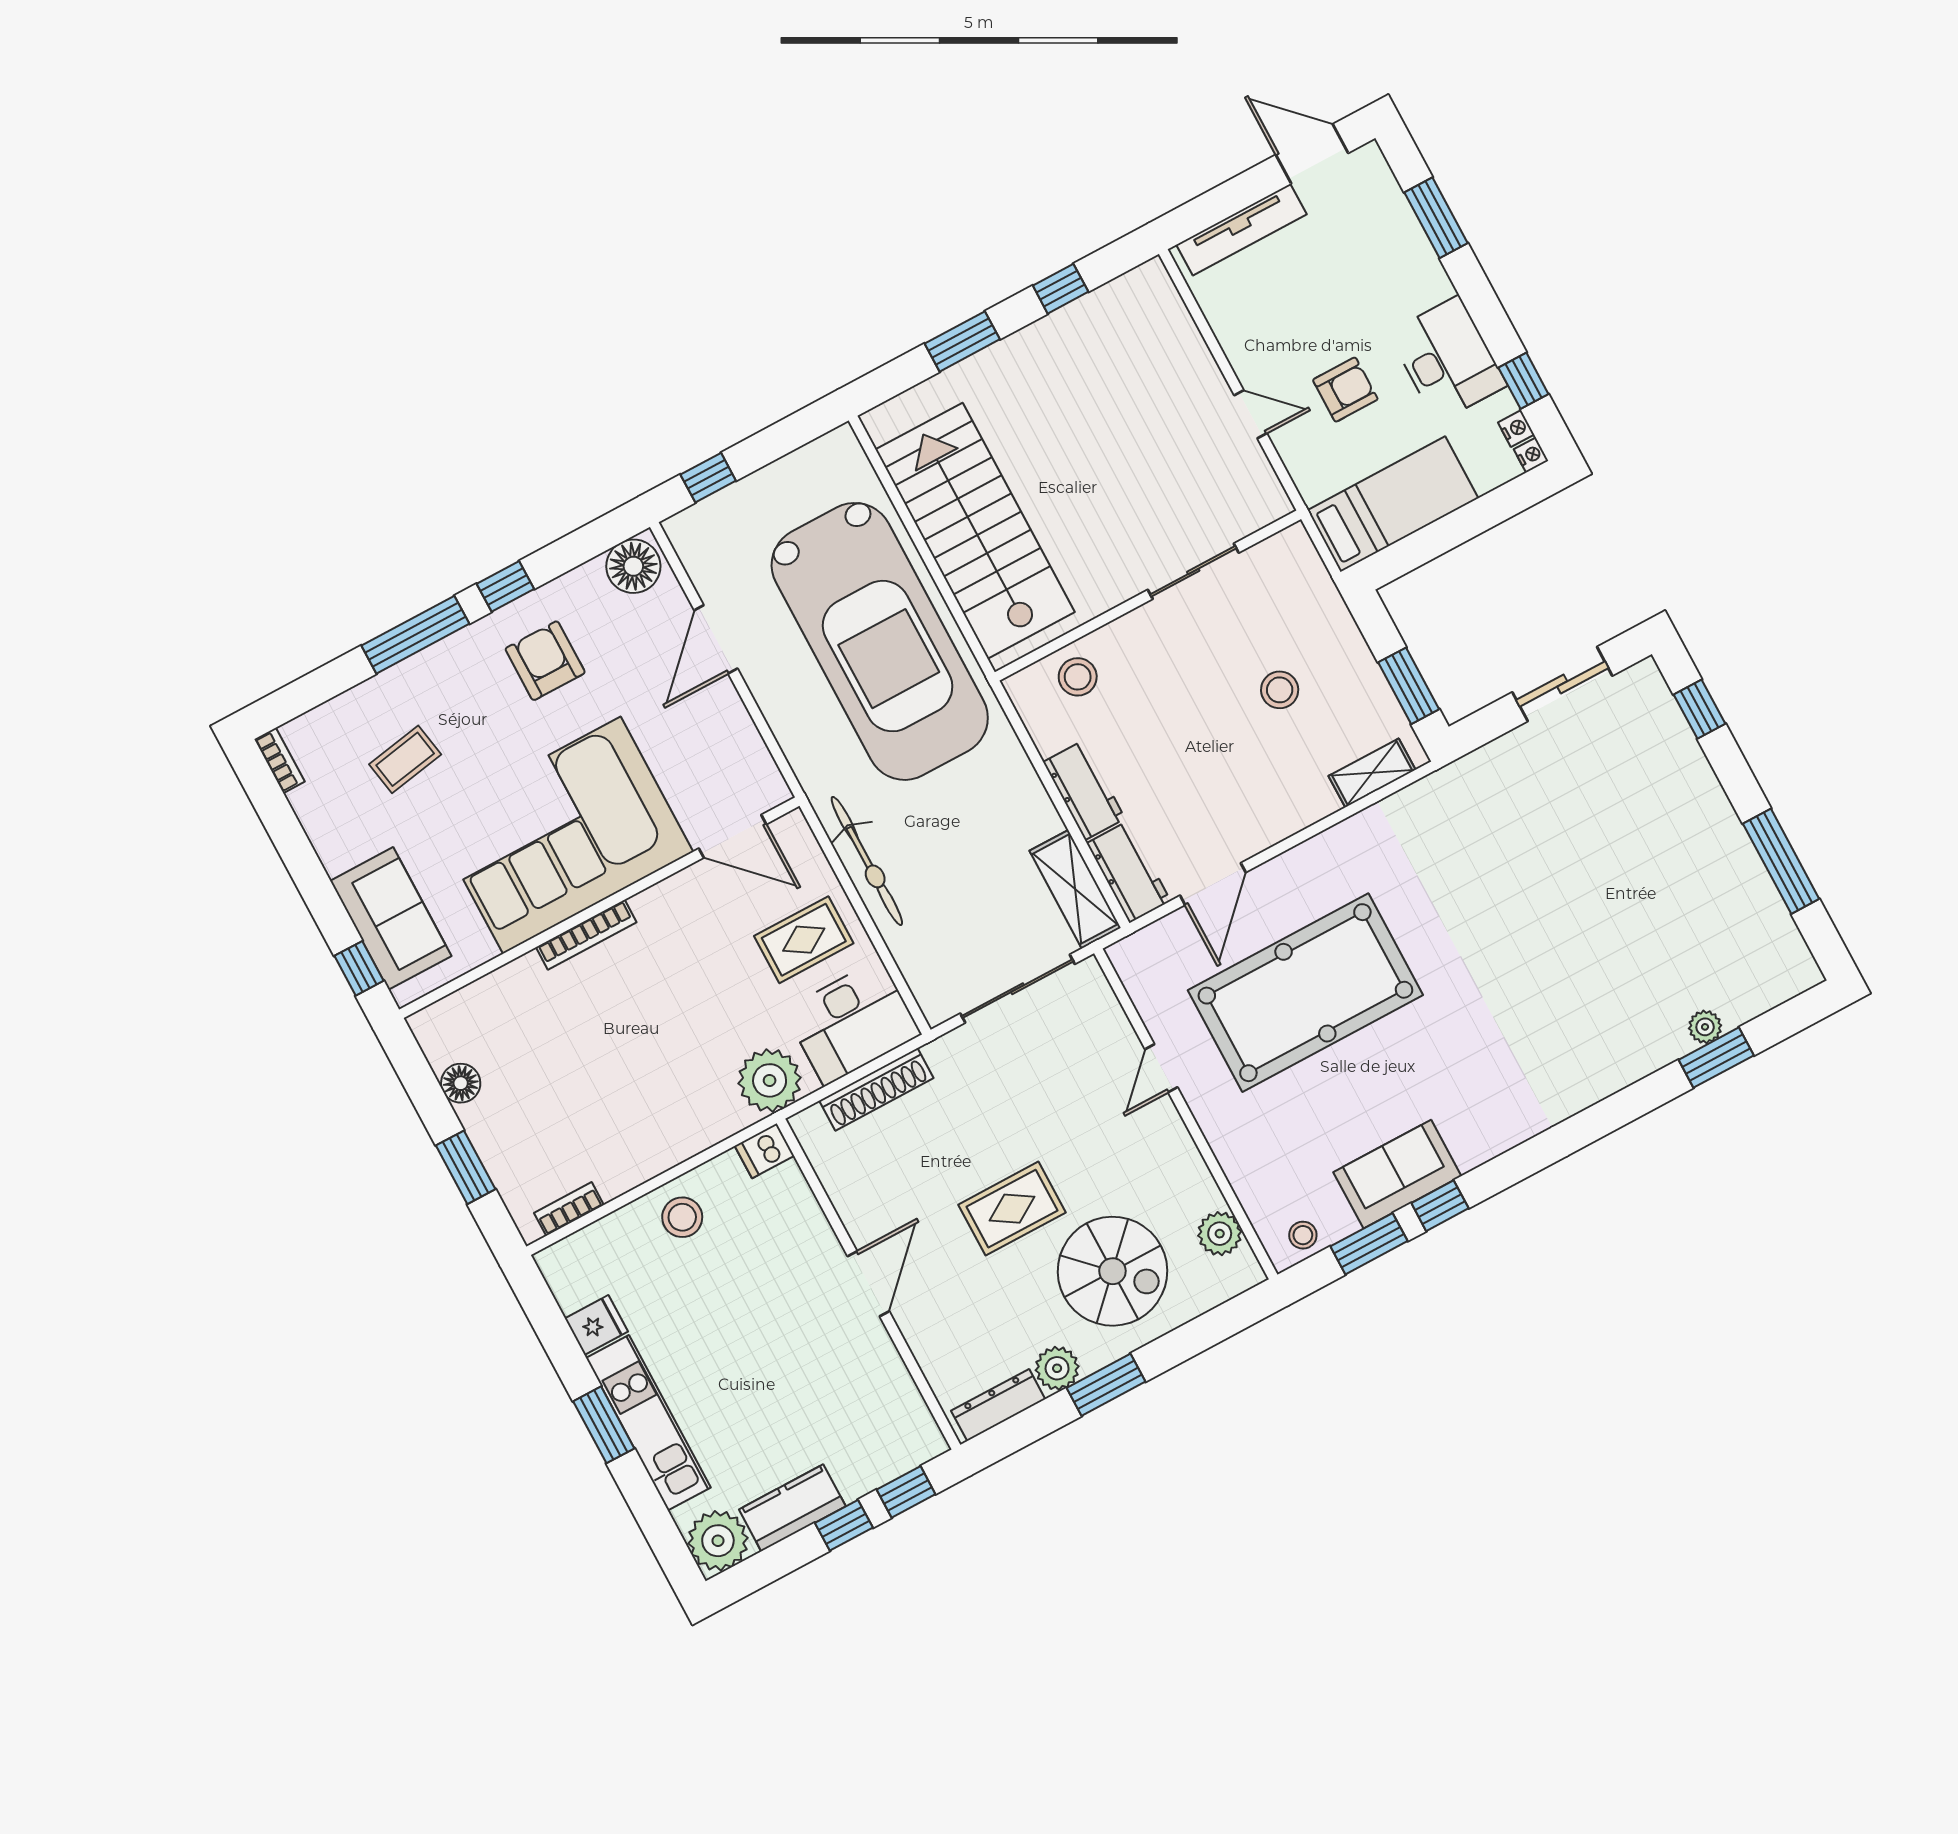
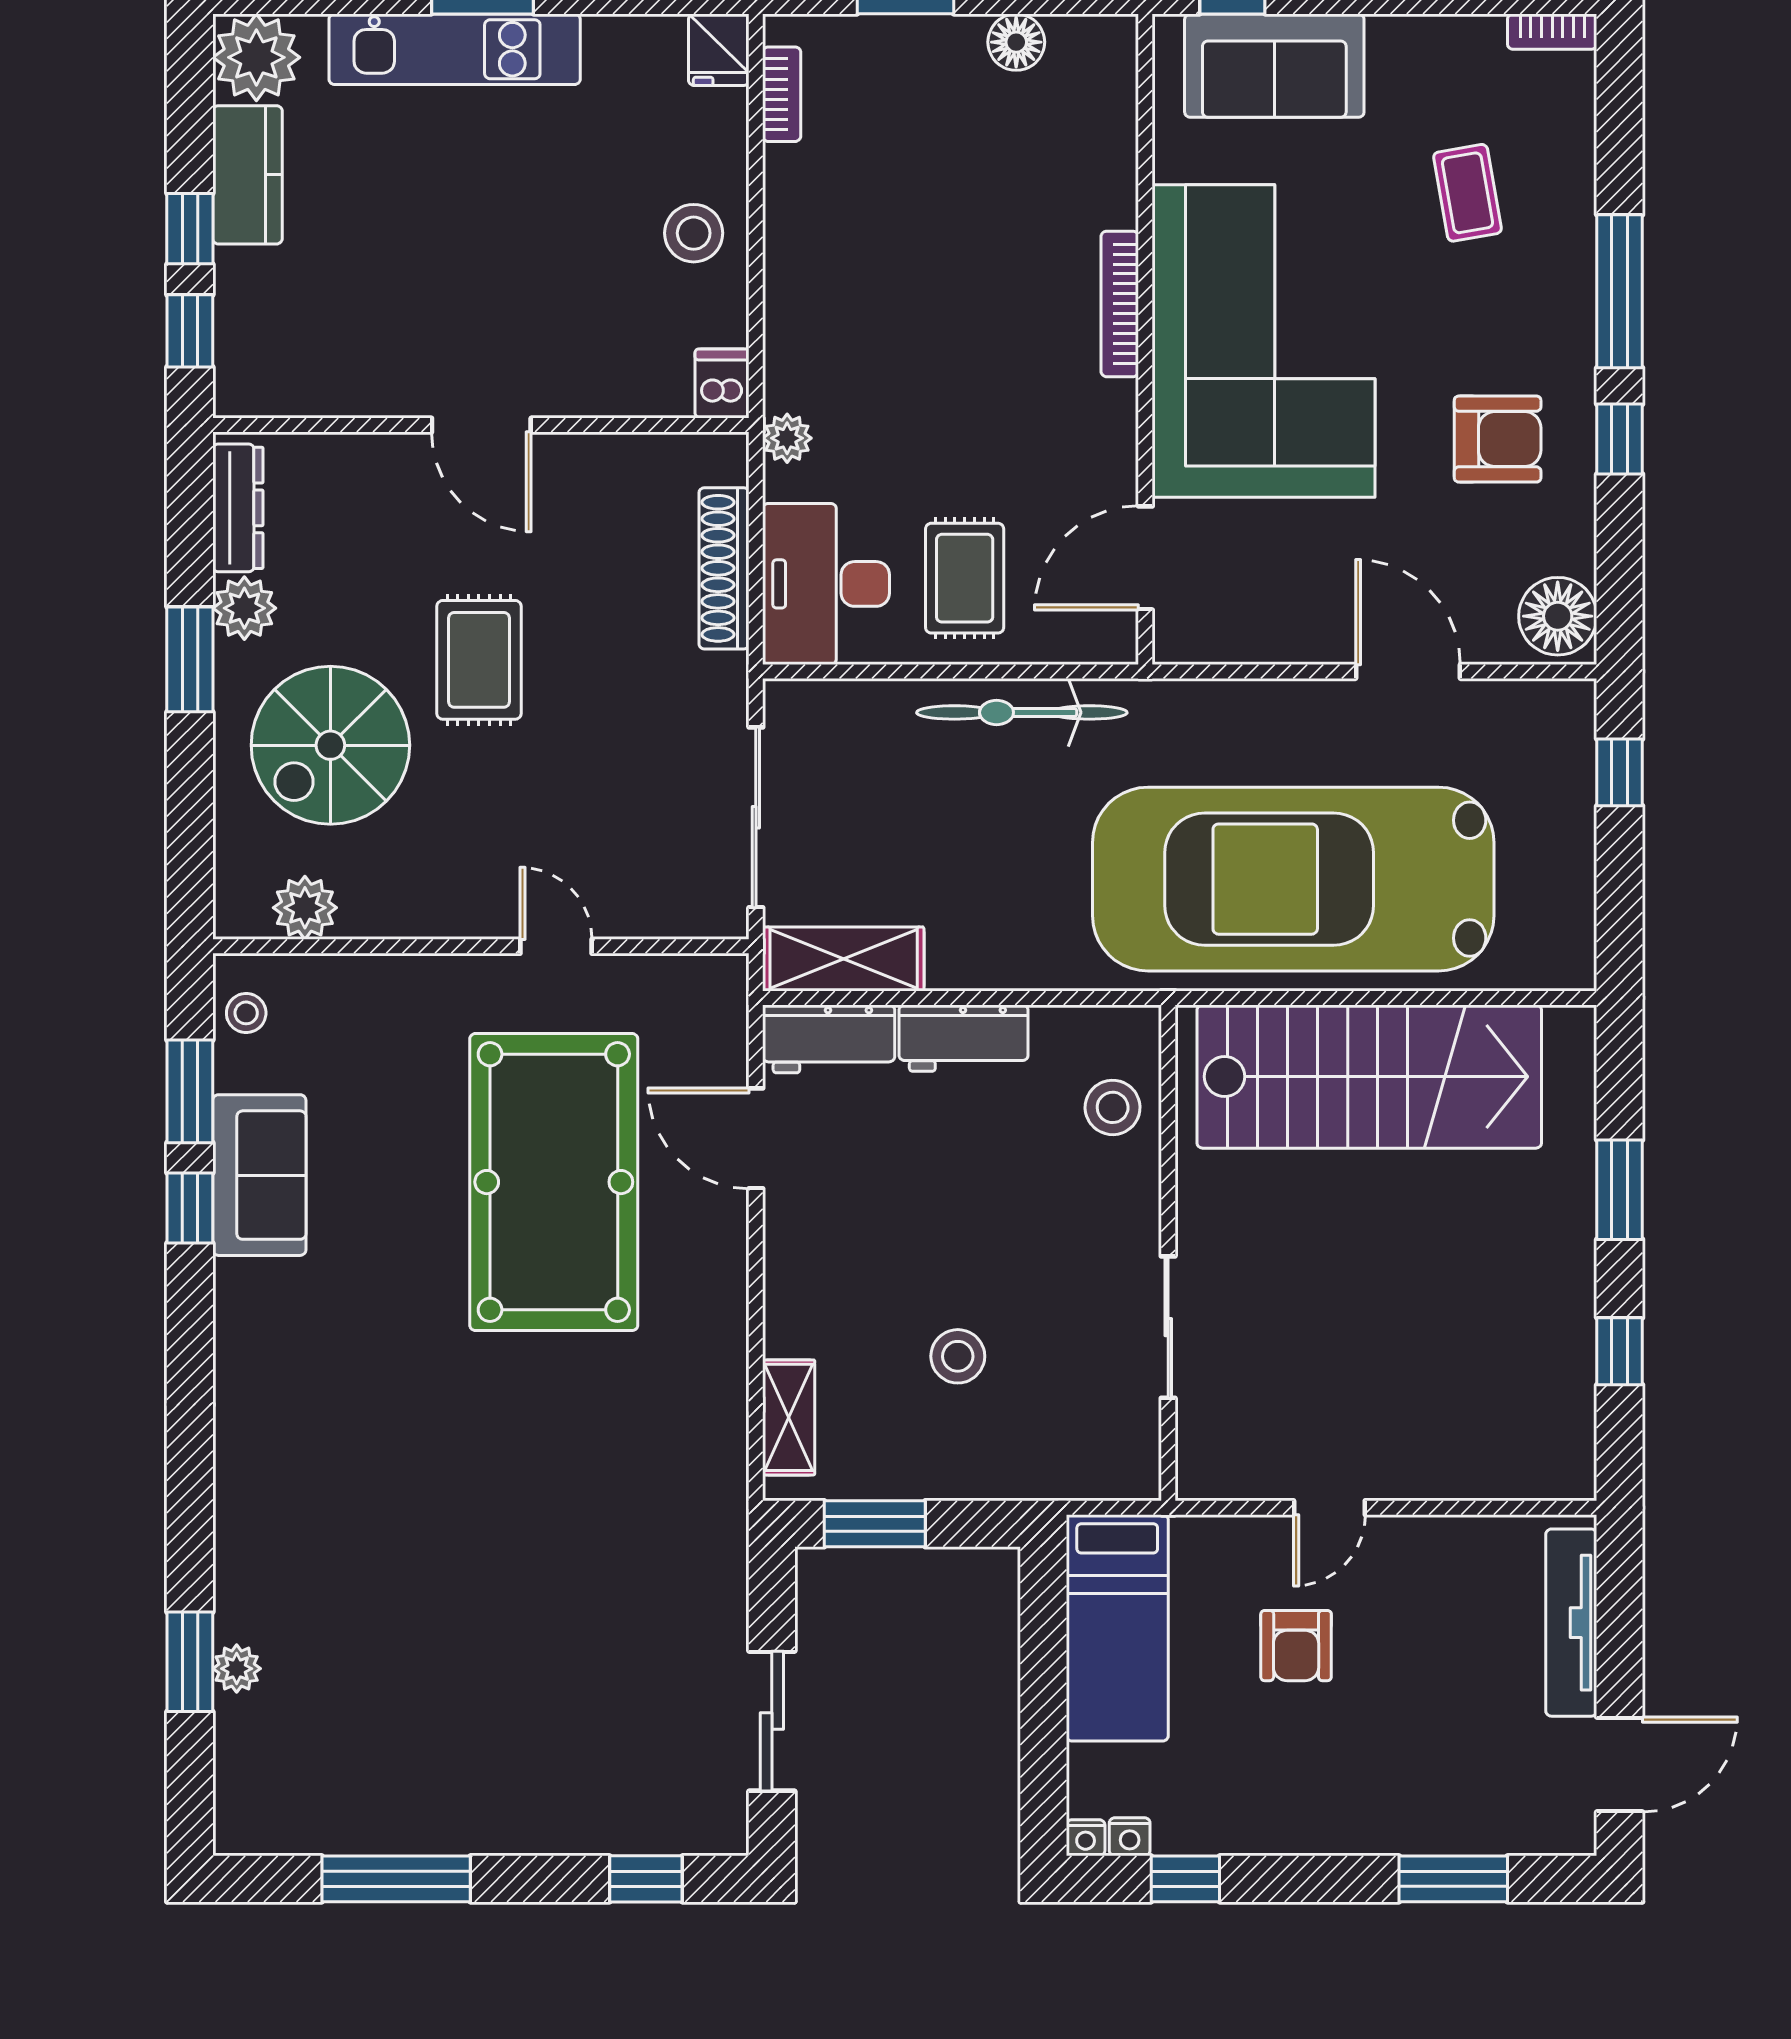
desk: (1448, 359) -> (1265, 1797), removed
plant: (770, 1080) -> (787, 438), width x0.53, depth x0.53
fridge: (596, 1325) -> (719, 50), moved

